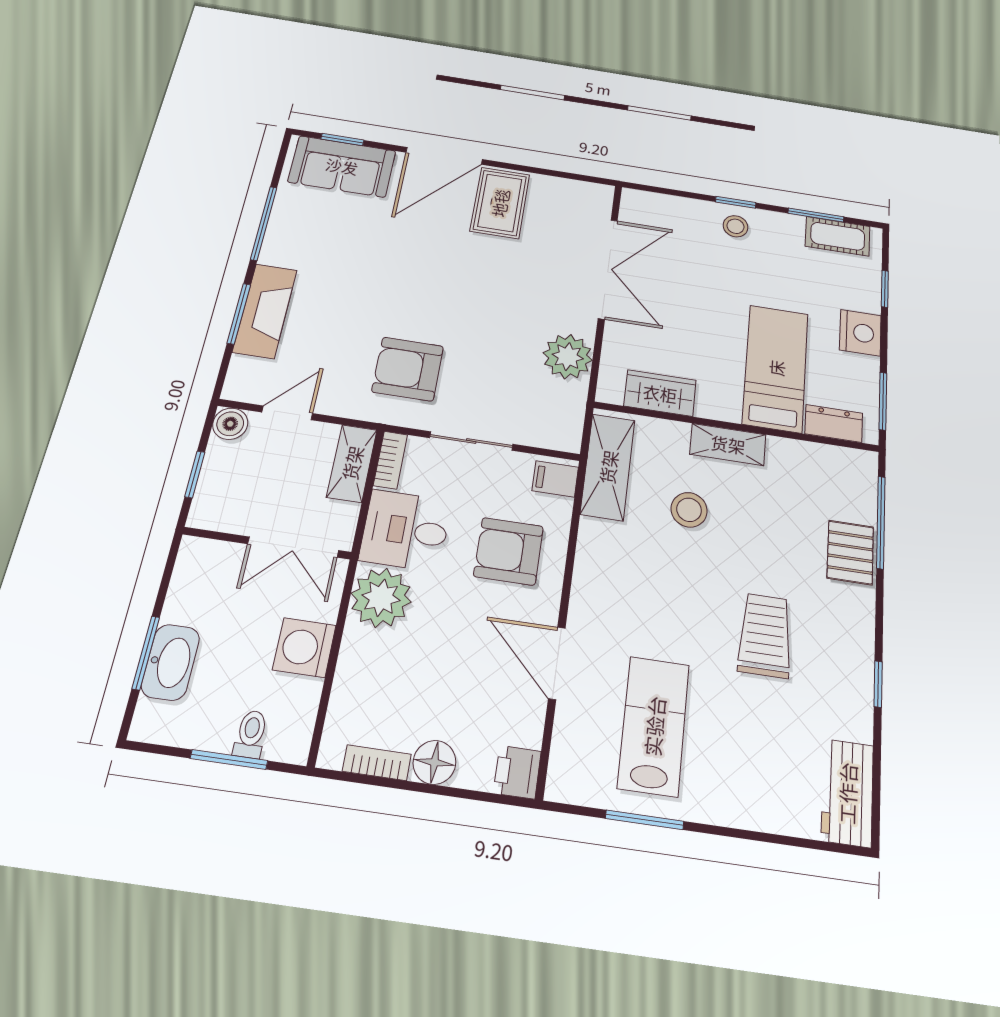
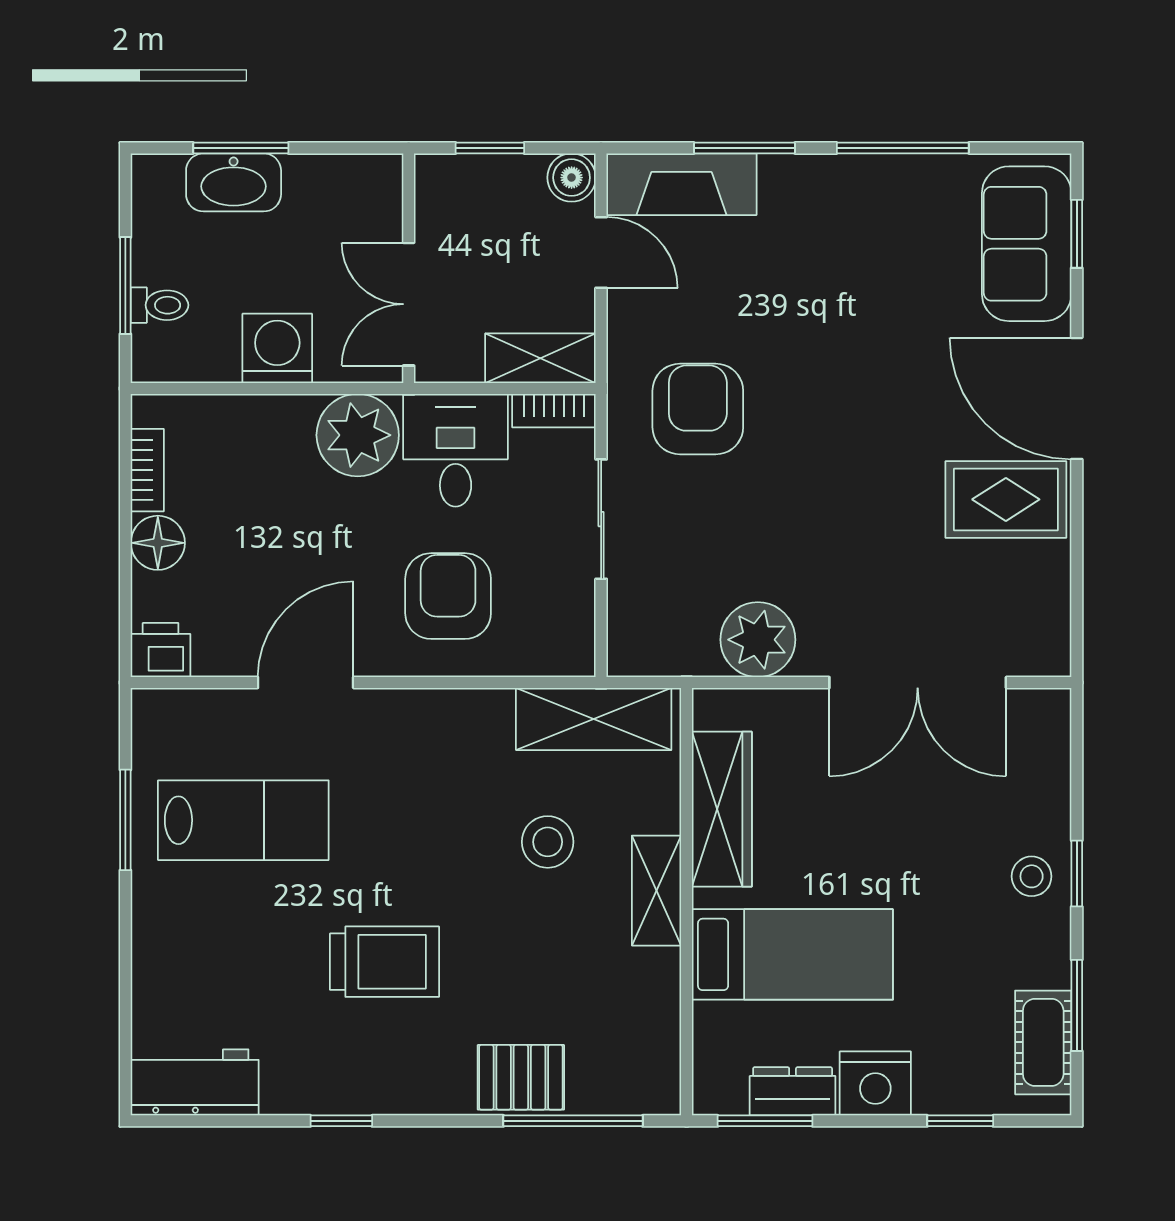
fireplace: (265, 311) -> (681, 184), moved
wardrobe: (660, 393) -> (722, 809), width x1.50
dresser: (834, 423) -> (793, 1091), moved, turned -90
filing cabinet: (555, 479) -> (563, 646), removed

